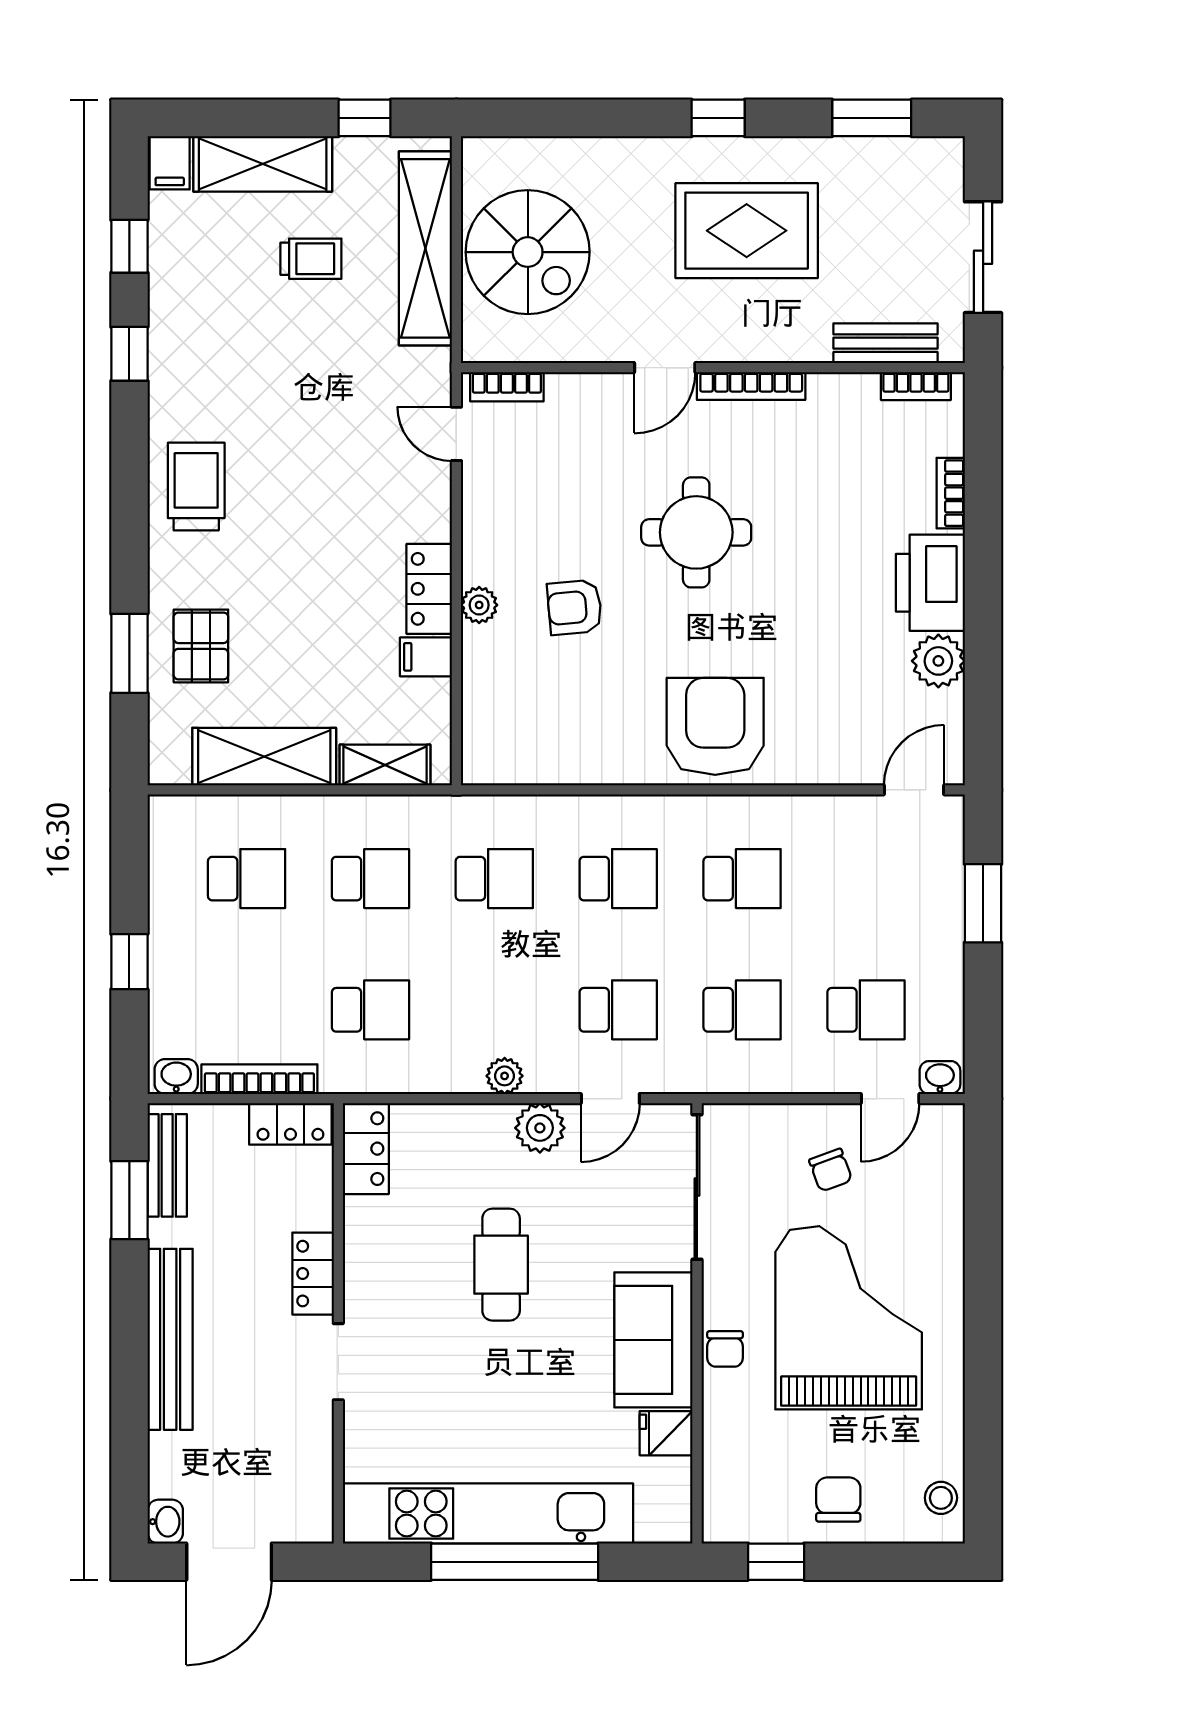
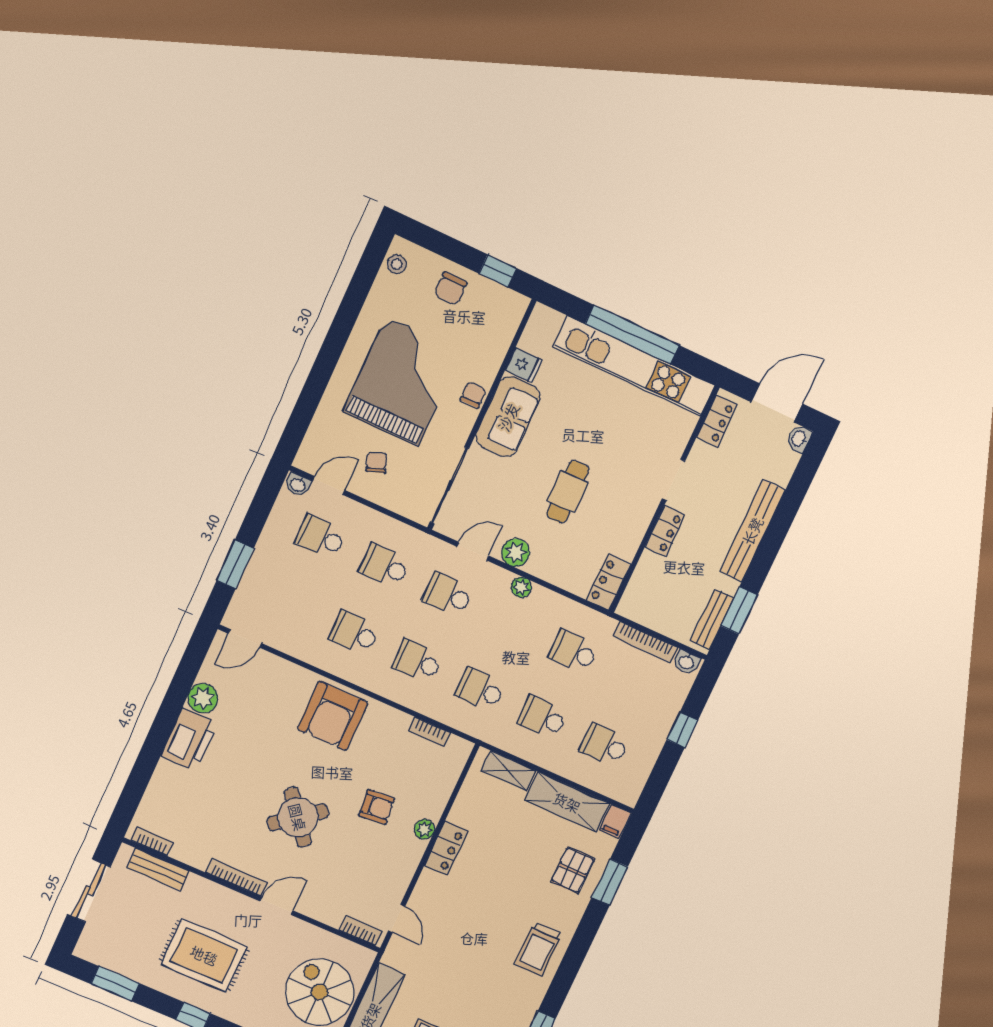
bookcase: (951, 493) -> (429, 732), moved, turned 90
round table: (696, 532) -> (298, 817), turned -38
filing cabinet: (426, 657) -> (615, 821), moved, turned 90
locker: (290, 1124) -> (717, 421), moved, turned 90
grand piano: (849, 1318) -> (402, 381), turned 180

